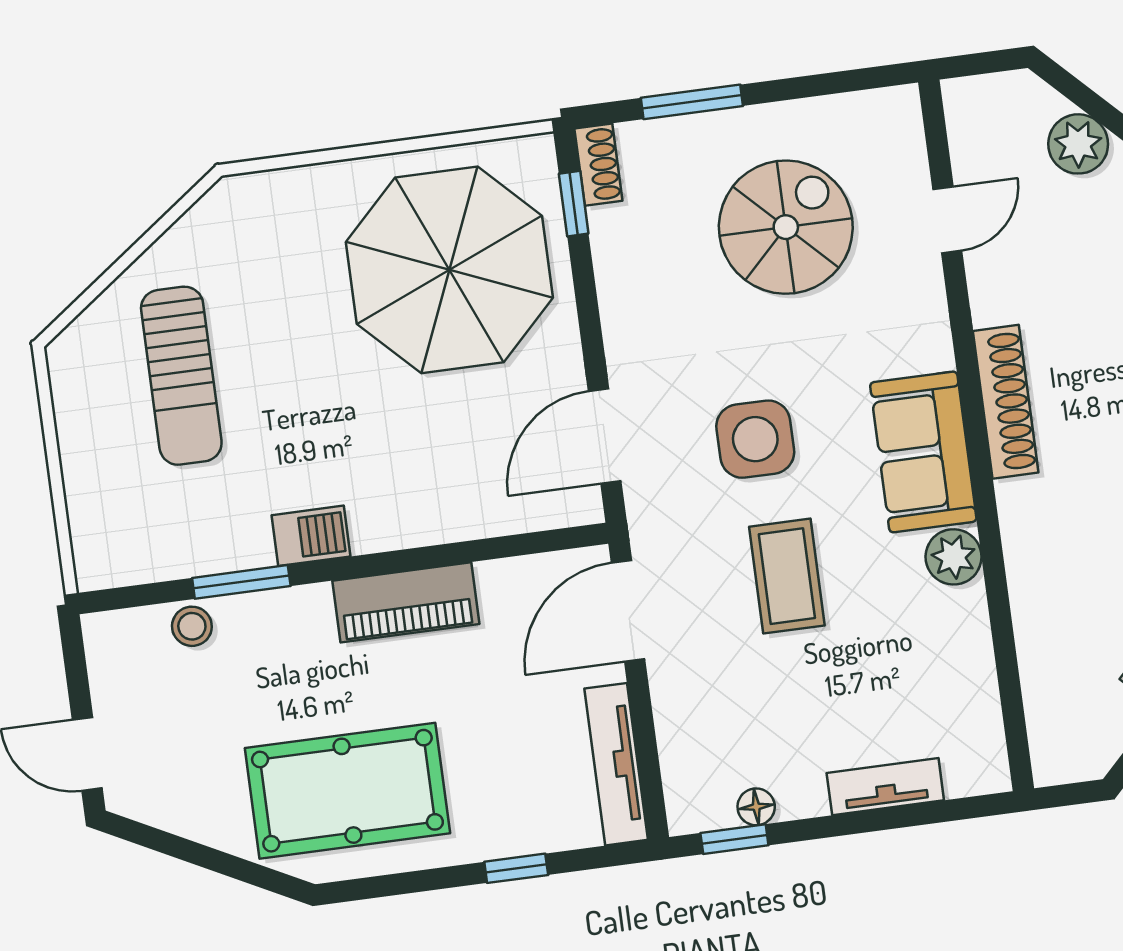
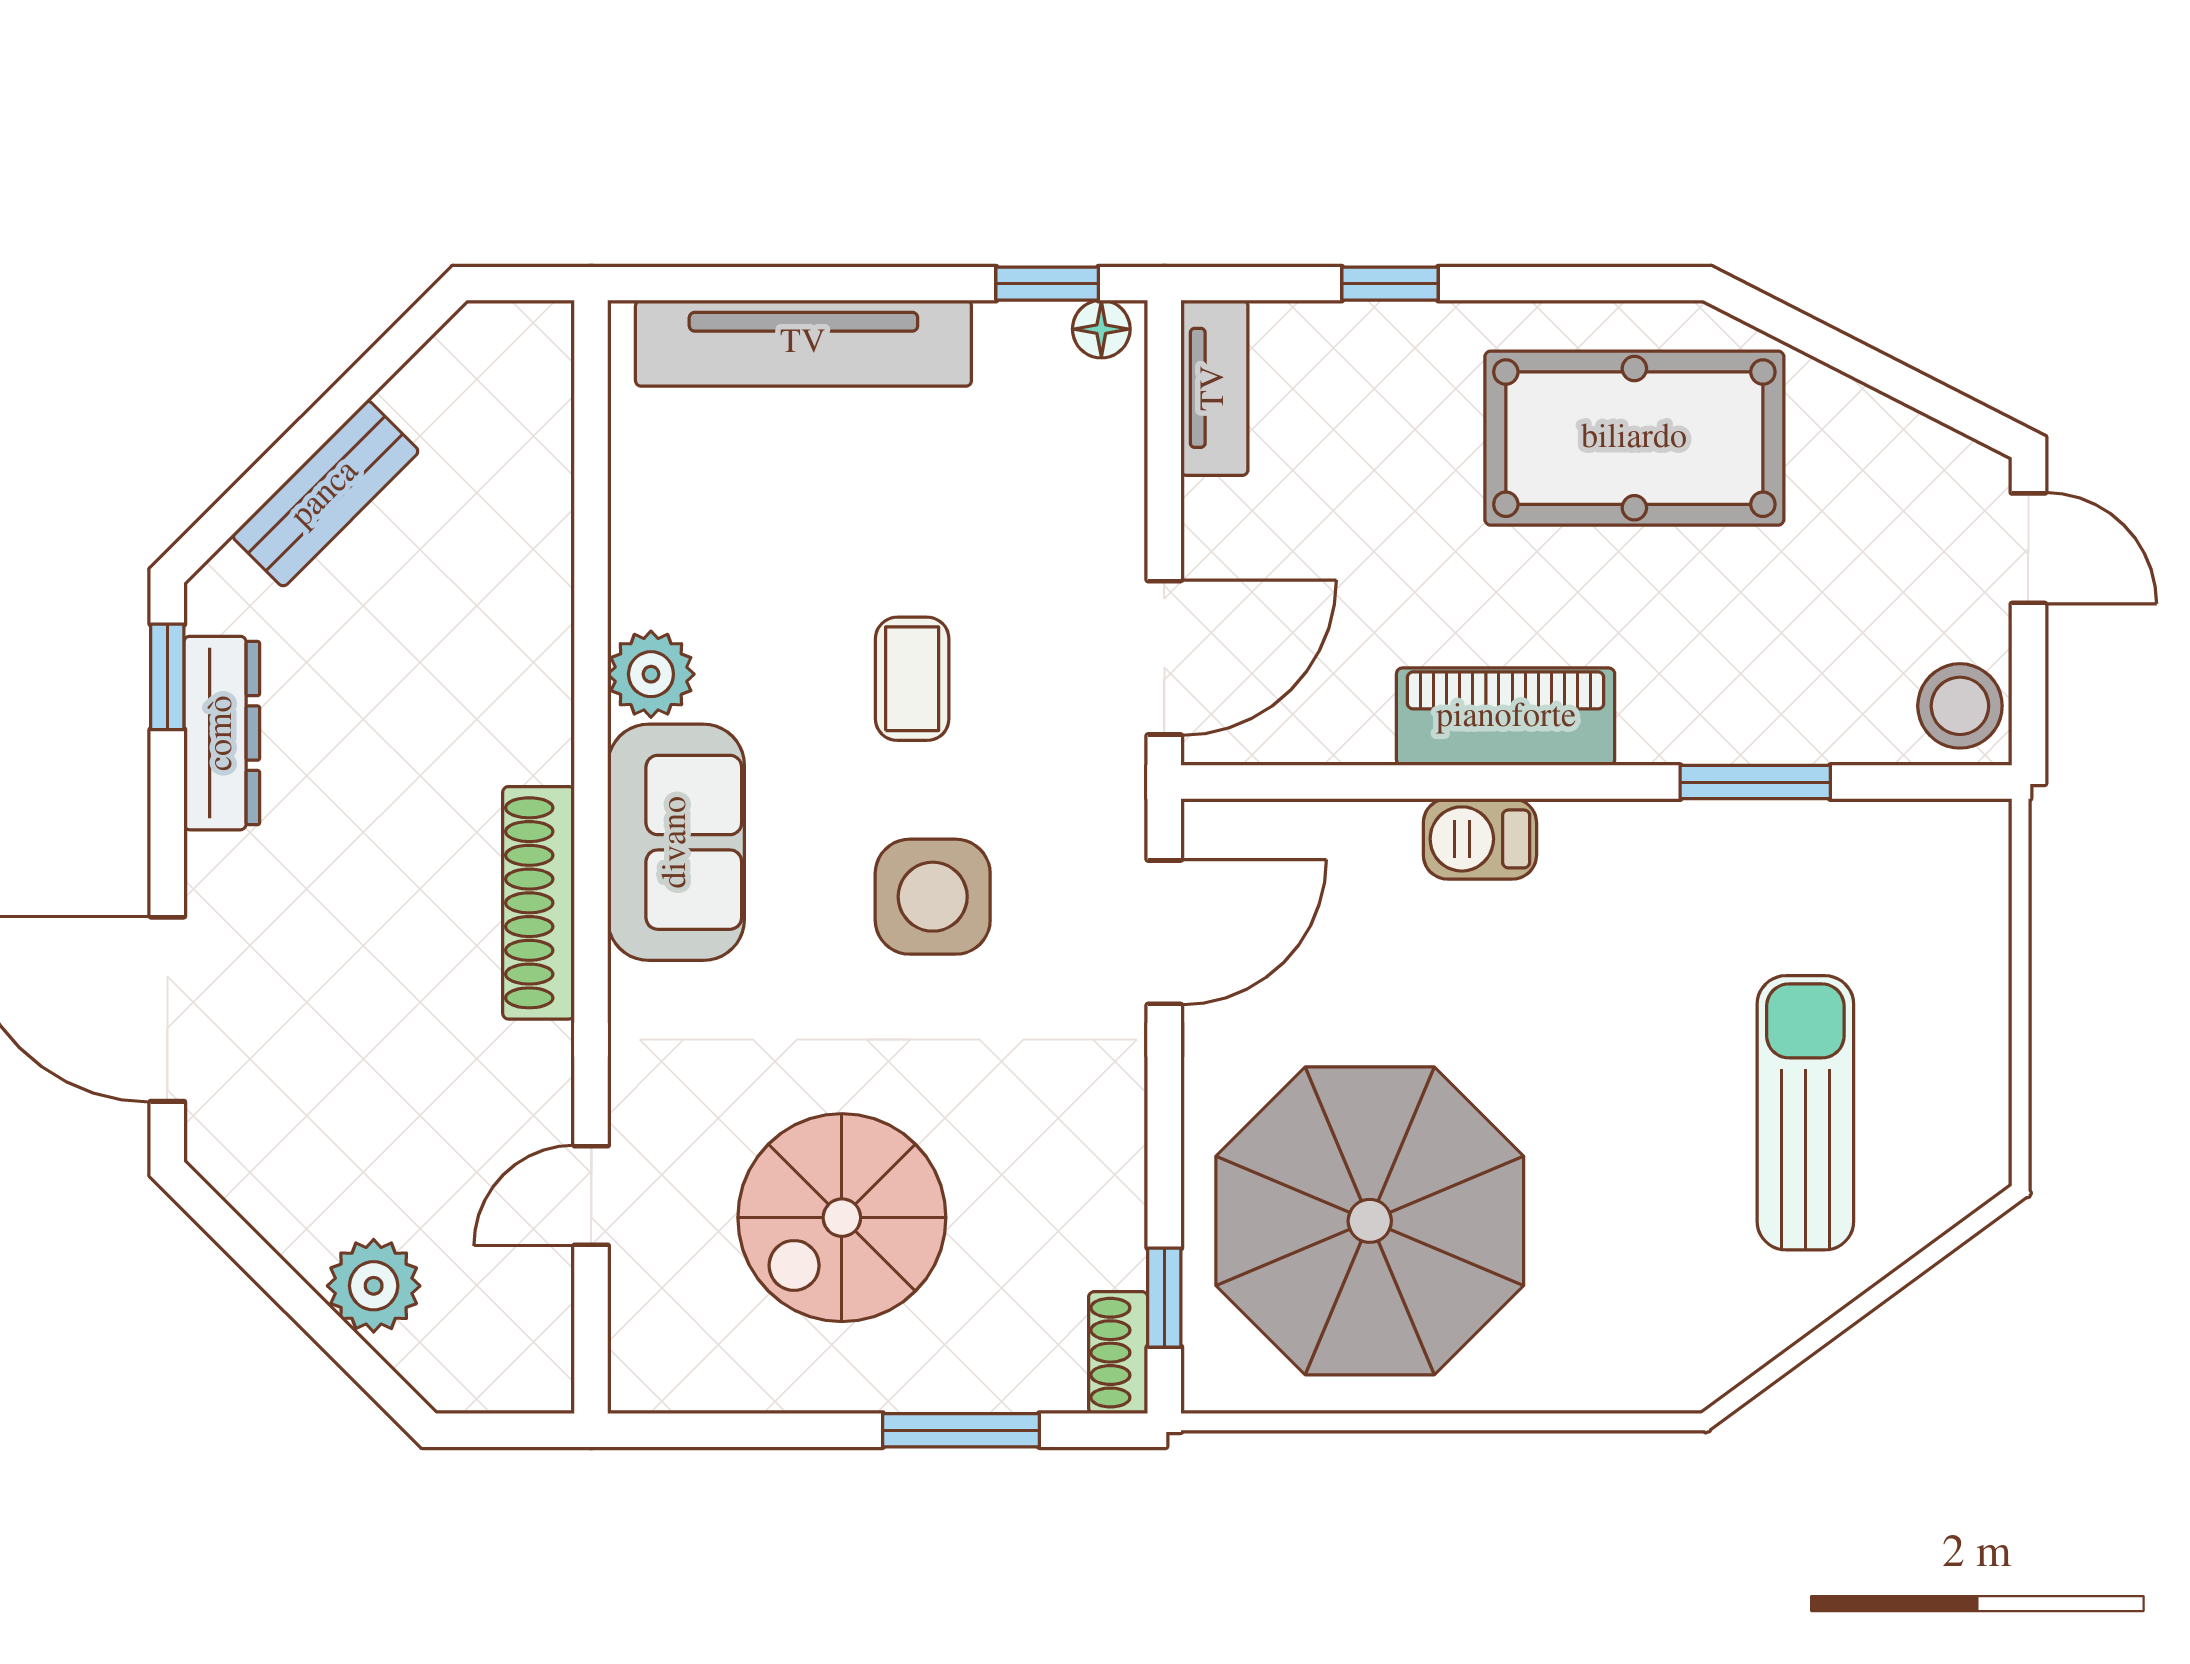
barbecue: (311, 536) -> (1480, 839), moved
coffee table: (787, 576) -> (912, 679), width x0.73, depth x0.77
stool: (192, 626) -> (1960, 706), moved, width x1.37, depth x1.37
tv unit: (616, 764) -> (1214, 388), width x0.71
tv unit: (885, 787) -> (803, 343), width x1.92, depth x1.29
floor lamp: (756, 807) -> (1101, 329), moved

